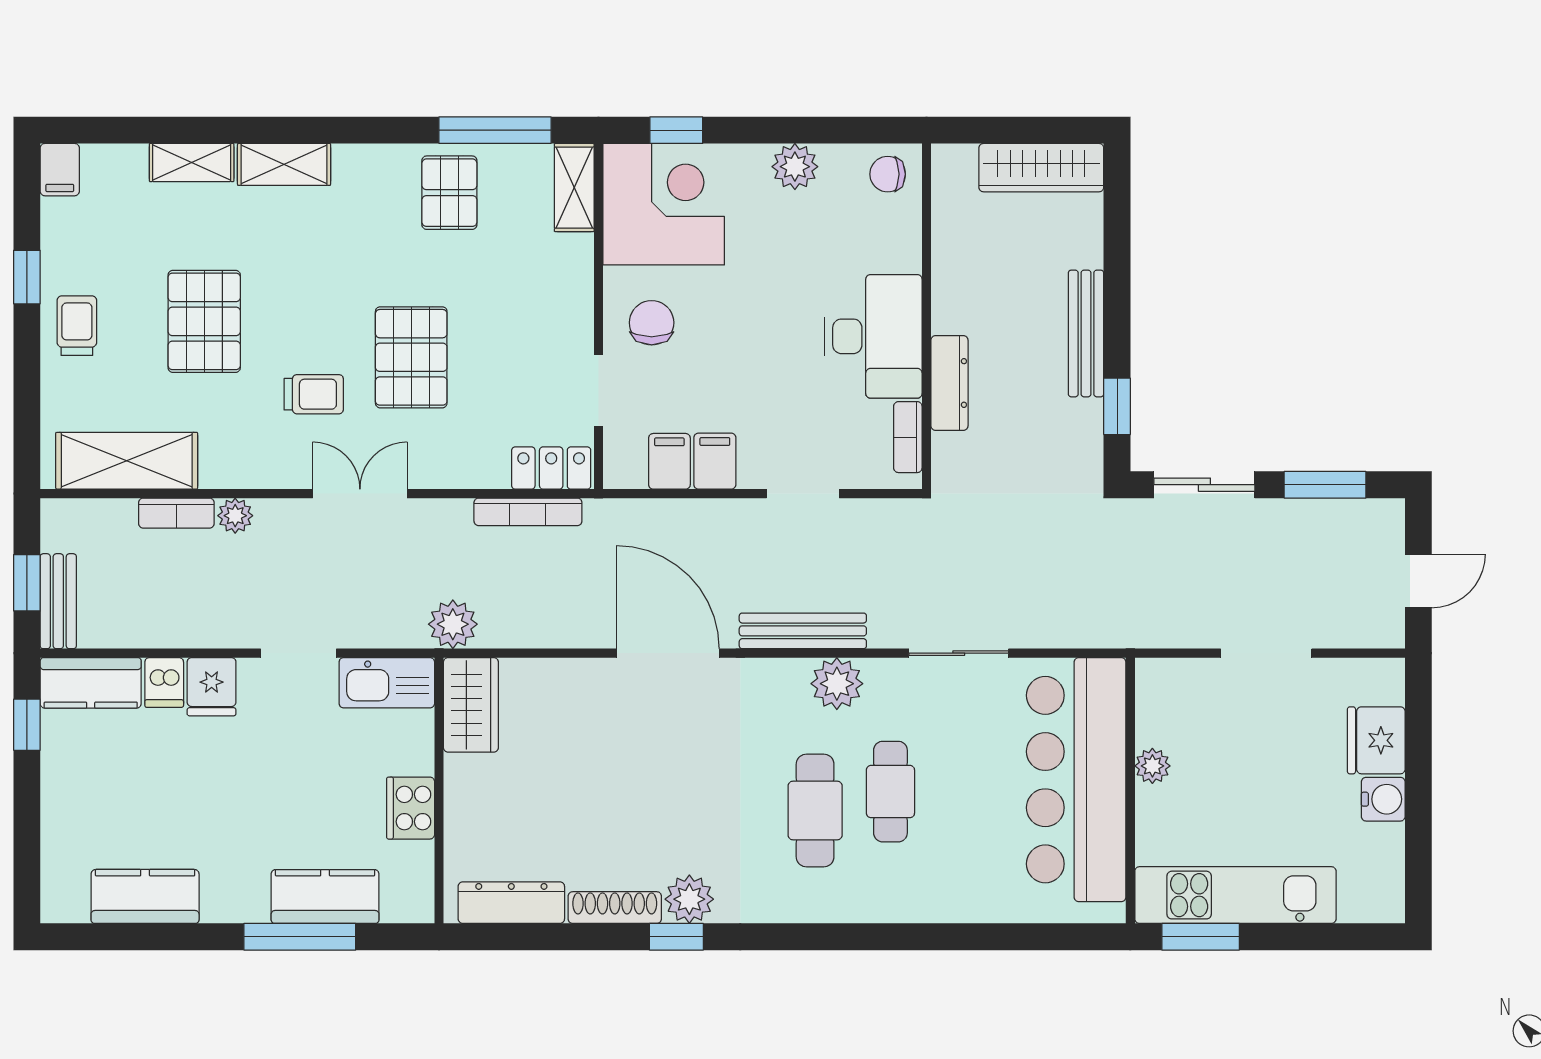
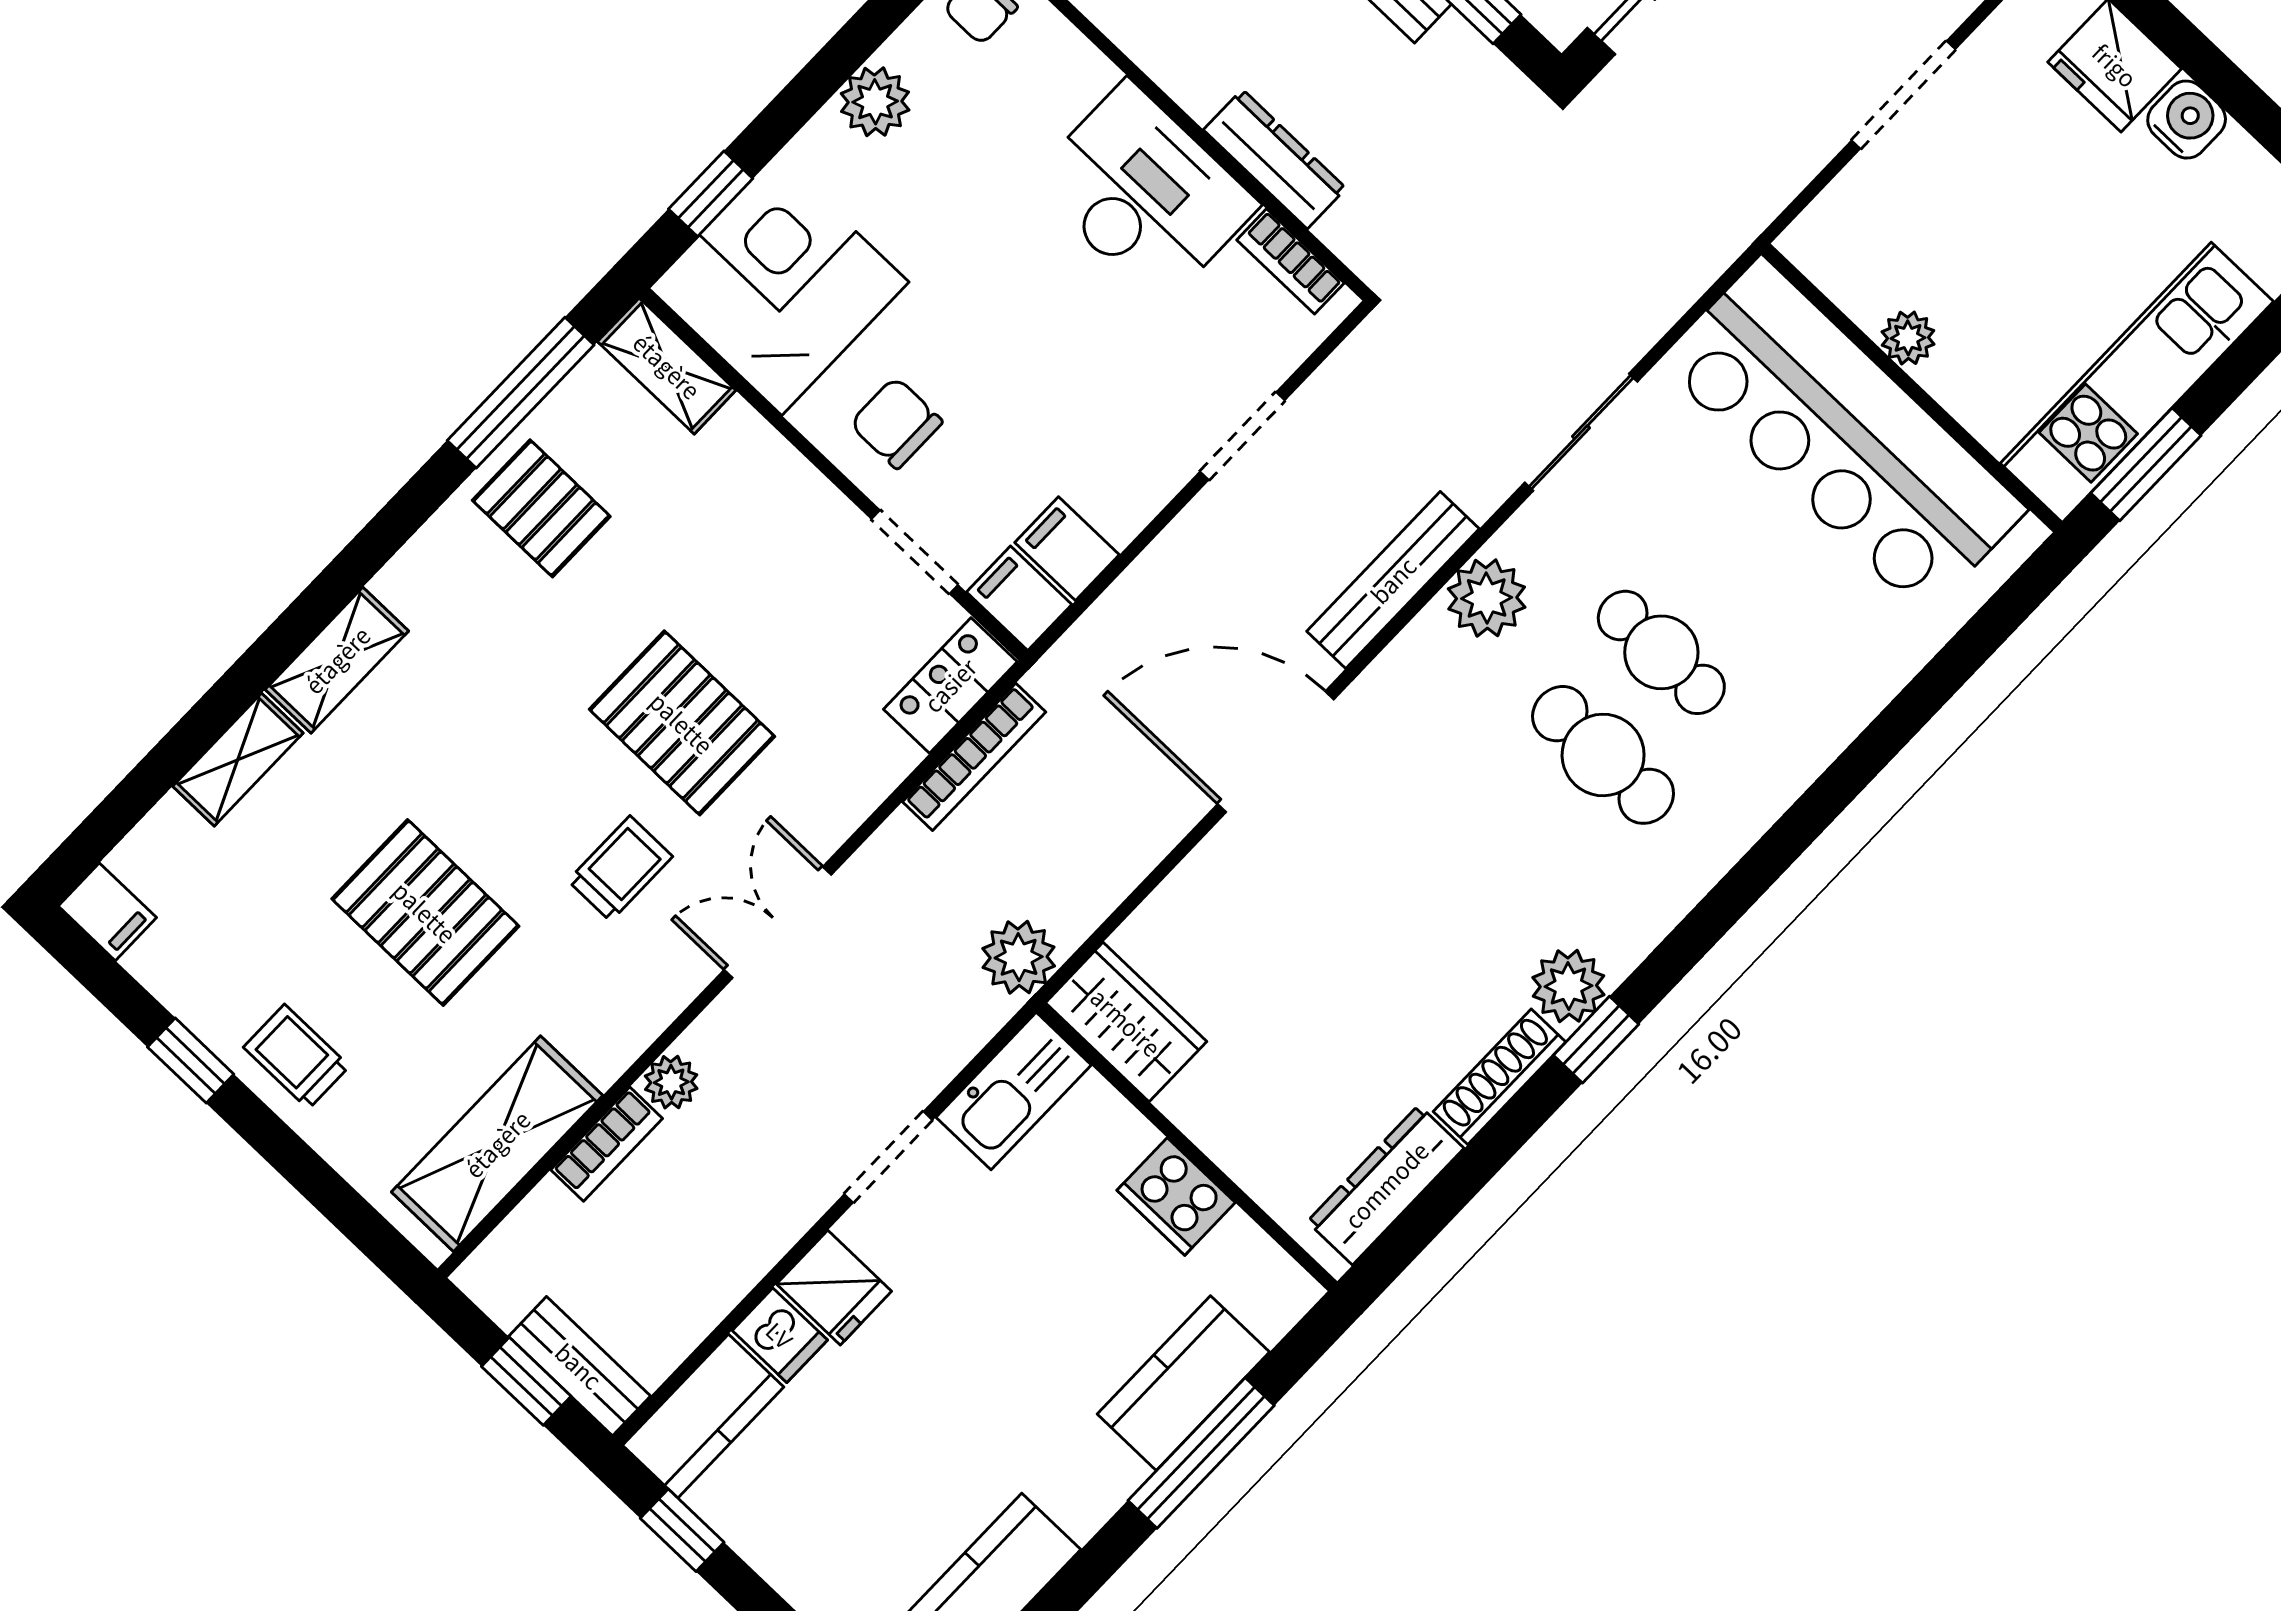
filing cabinet: (715, 461) -> (1019, 598), moved

